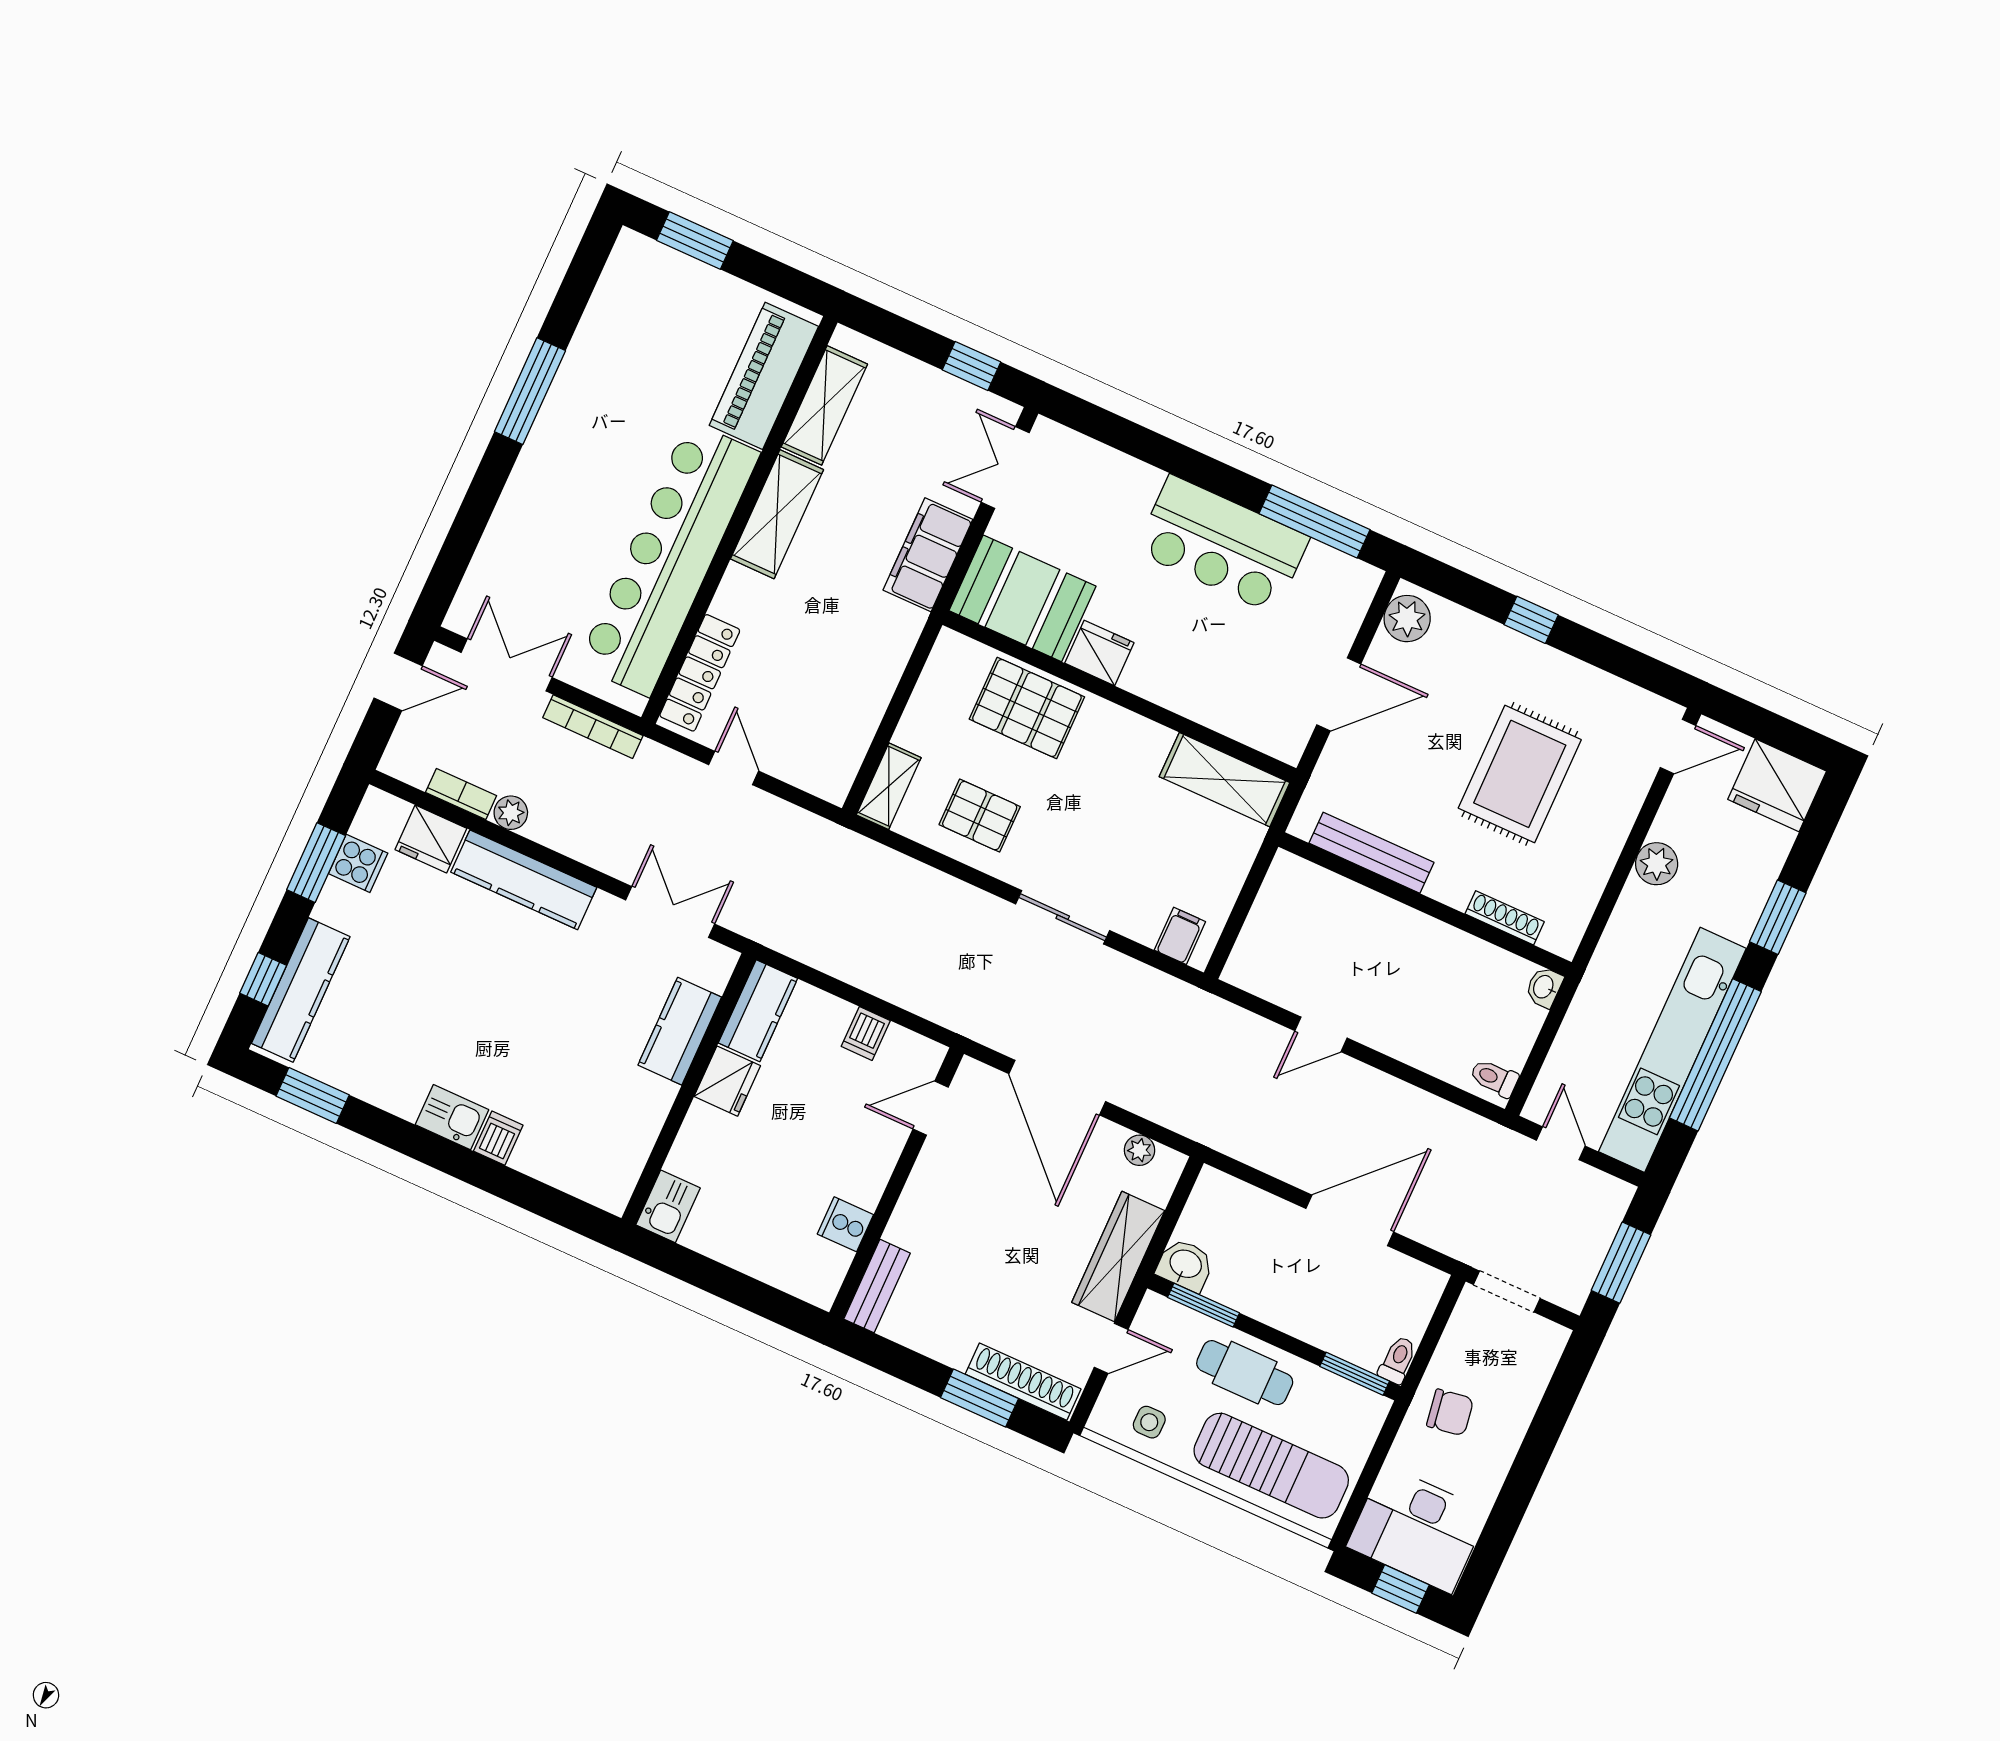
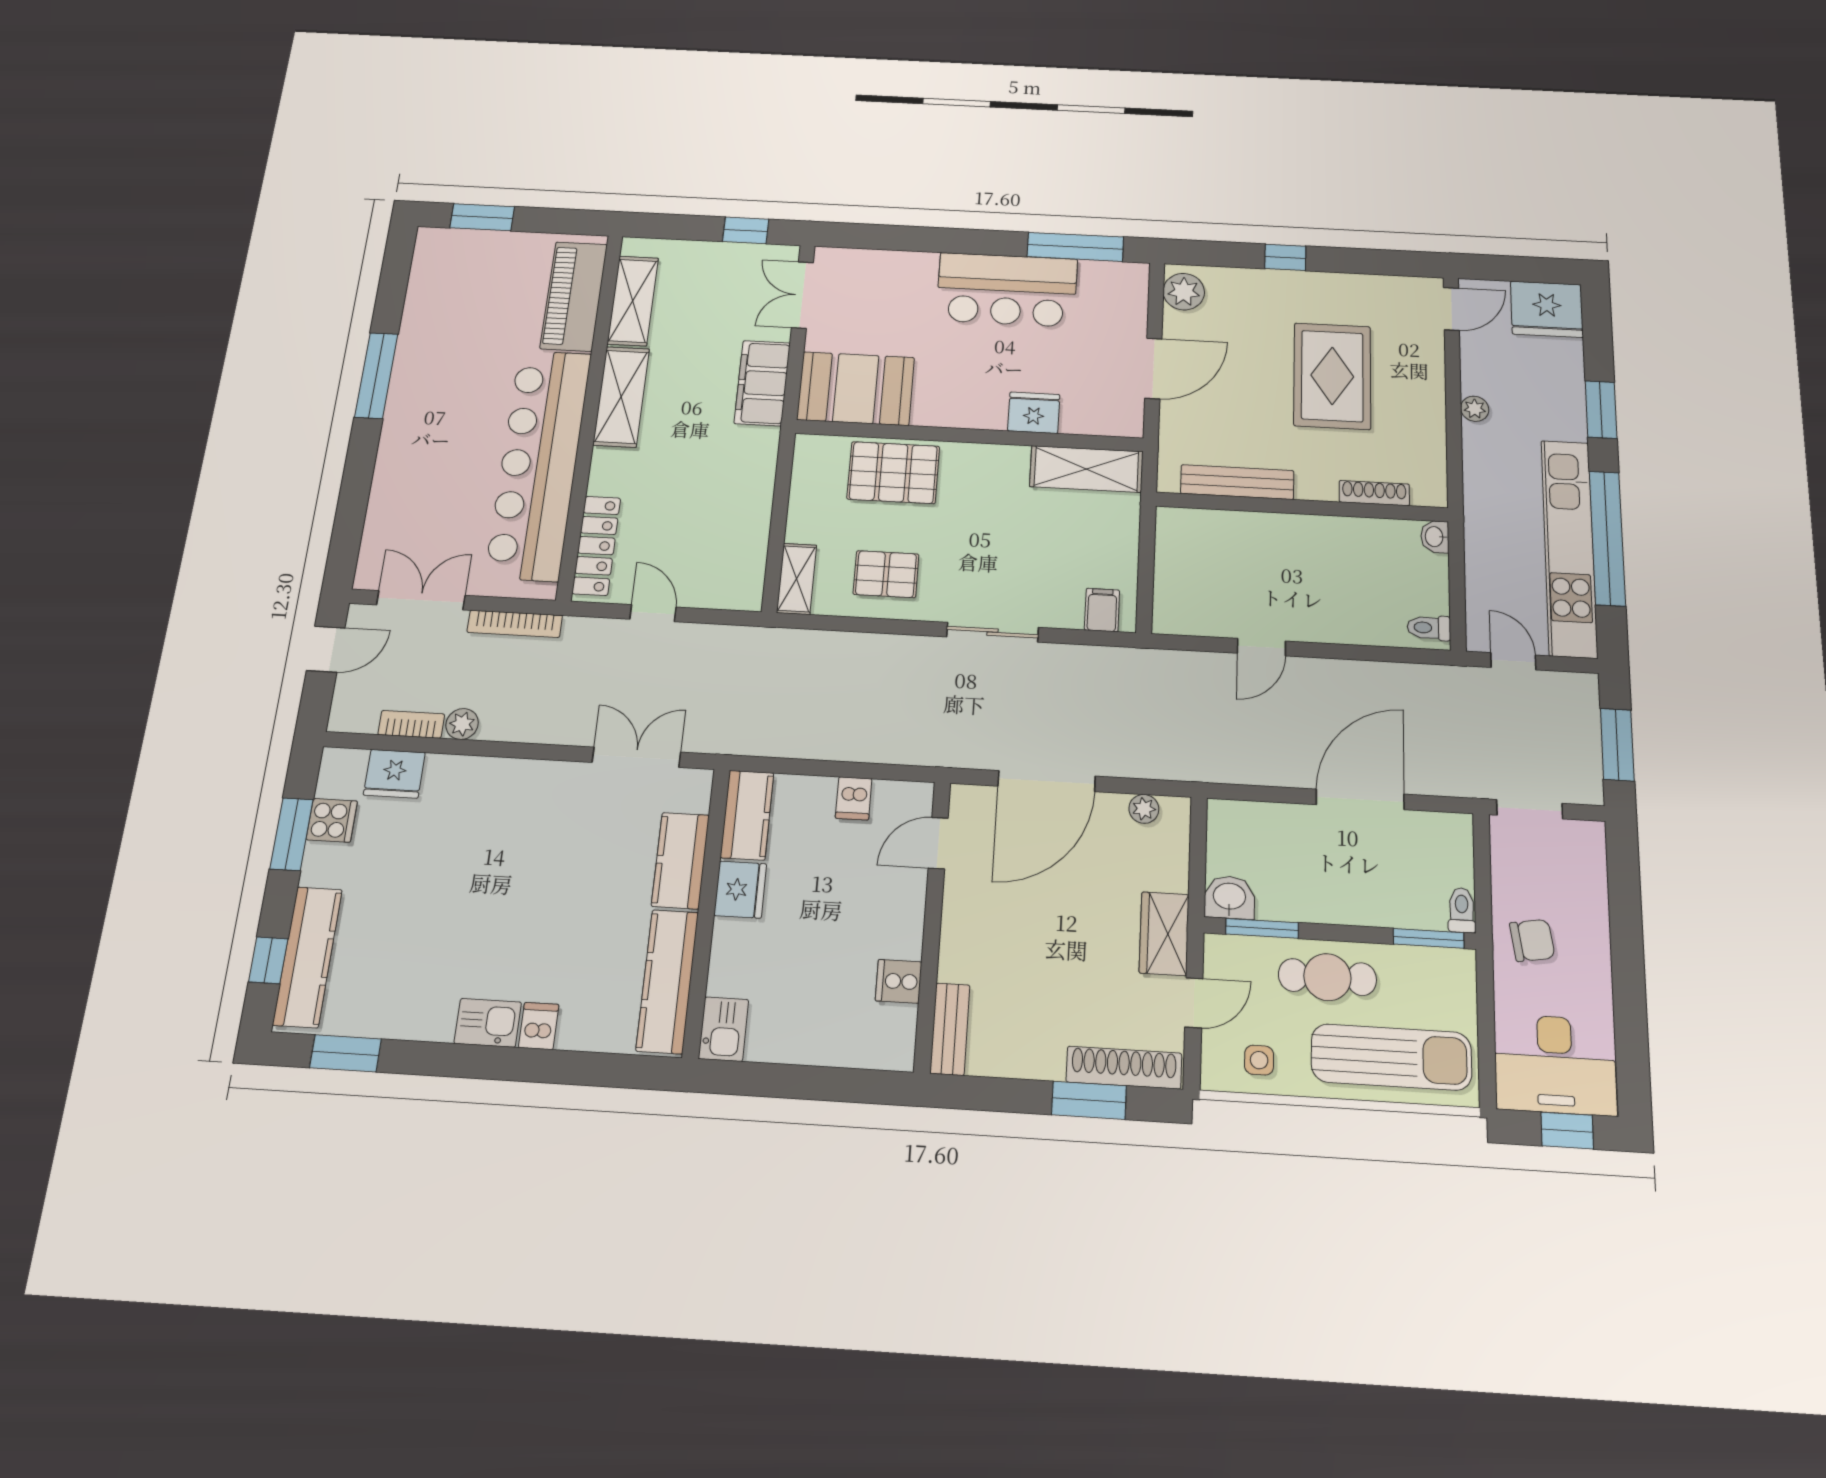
fridge: (1099, 653) -> (1034, 413), moved
plant: (1657, 864) -> (1475, 409), width x0.73, depth x0.73
kitchen counter: (524, 880) -> (667, 981), moved, turned 90
door: (1057, 1088) -> (1047, 781), hinge flipped
wardrobe: (1118, 1256) -> (1164, 934), width x0.67

